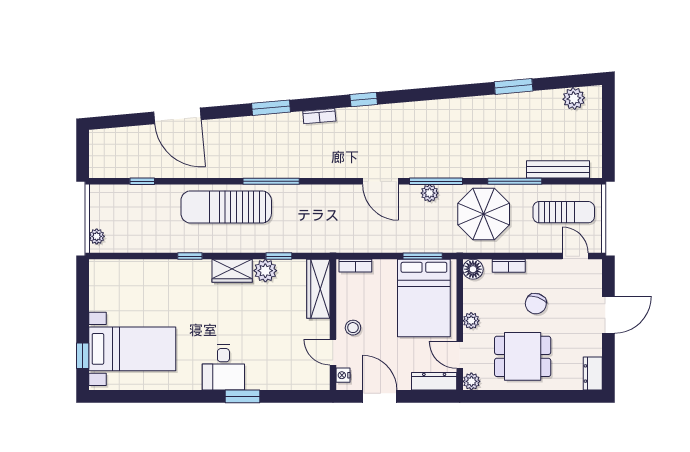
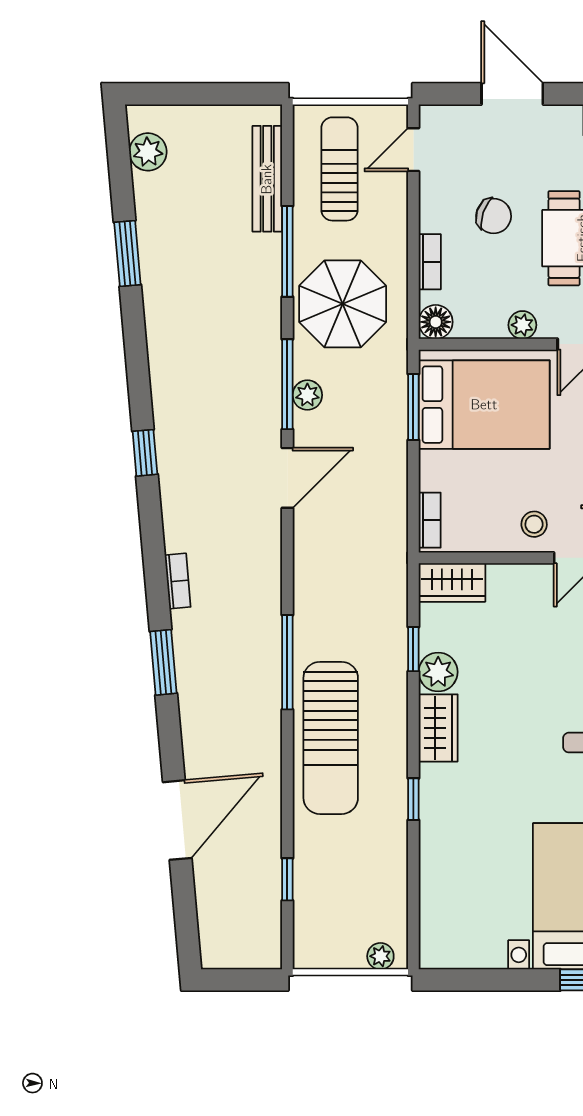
window: (364, 100) -> (145, 453), moved
wardrobe: (318, 289) -> (452, 582), width x0.67

